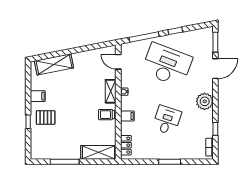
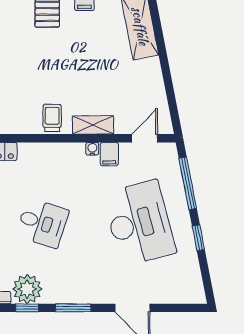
window: (215, 42) -> (73, 308), moved
desk: (167, 65) -> (139, 223), turned -36
plant: (205, 101) -> (27, 289), moved
filing cabinet: (127, 116) -> (109, 154), moved

